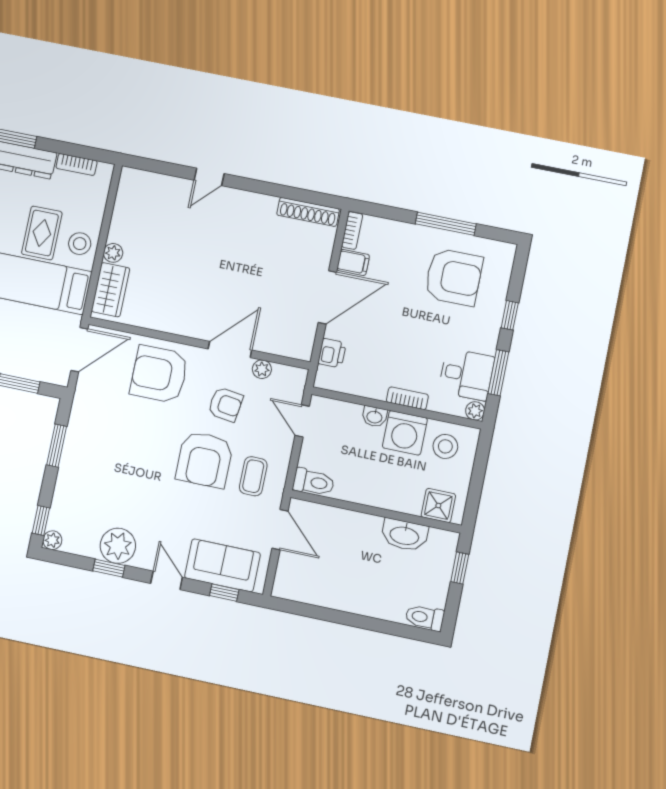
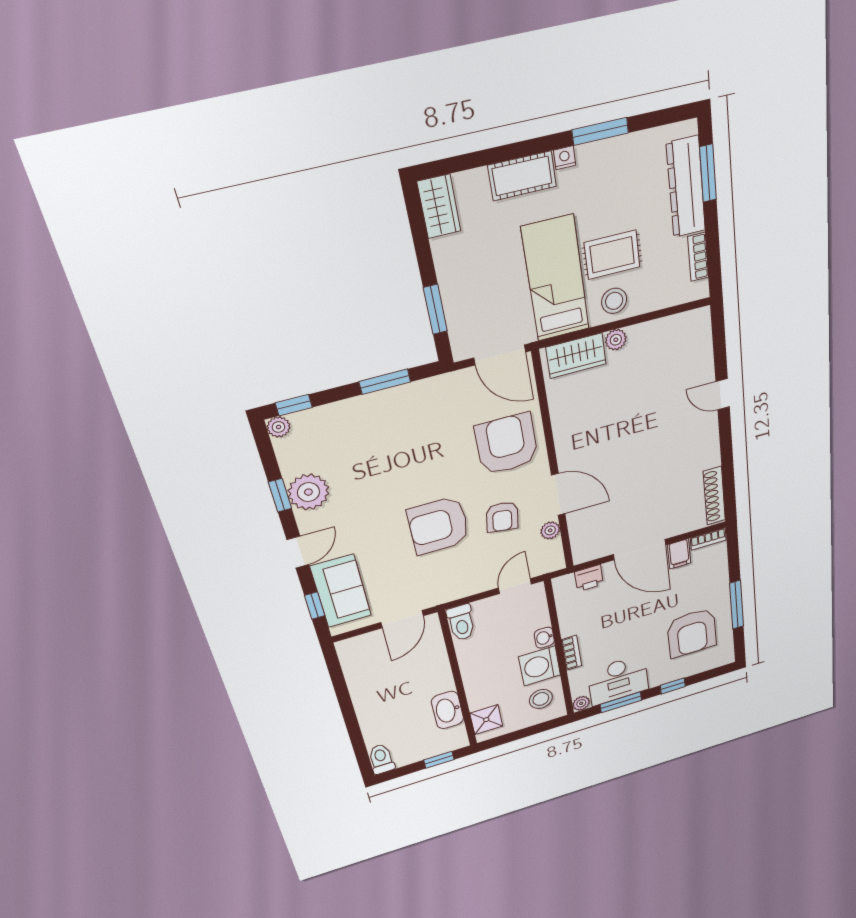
desk: (466, 374) -> (618, 680), width x1.37
coffee table: (253, 476) -> (443, 573), removed

